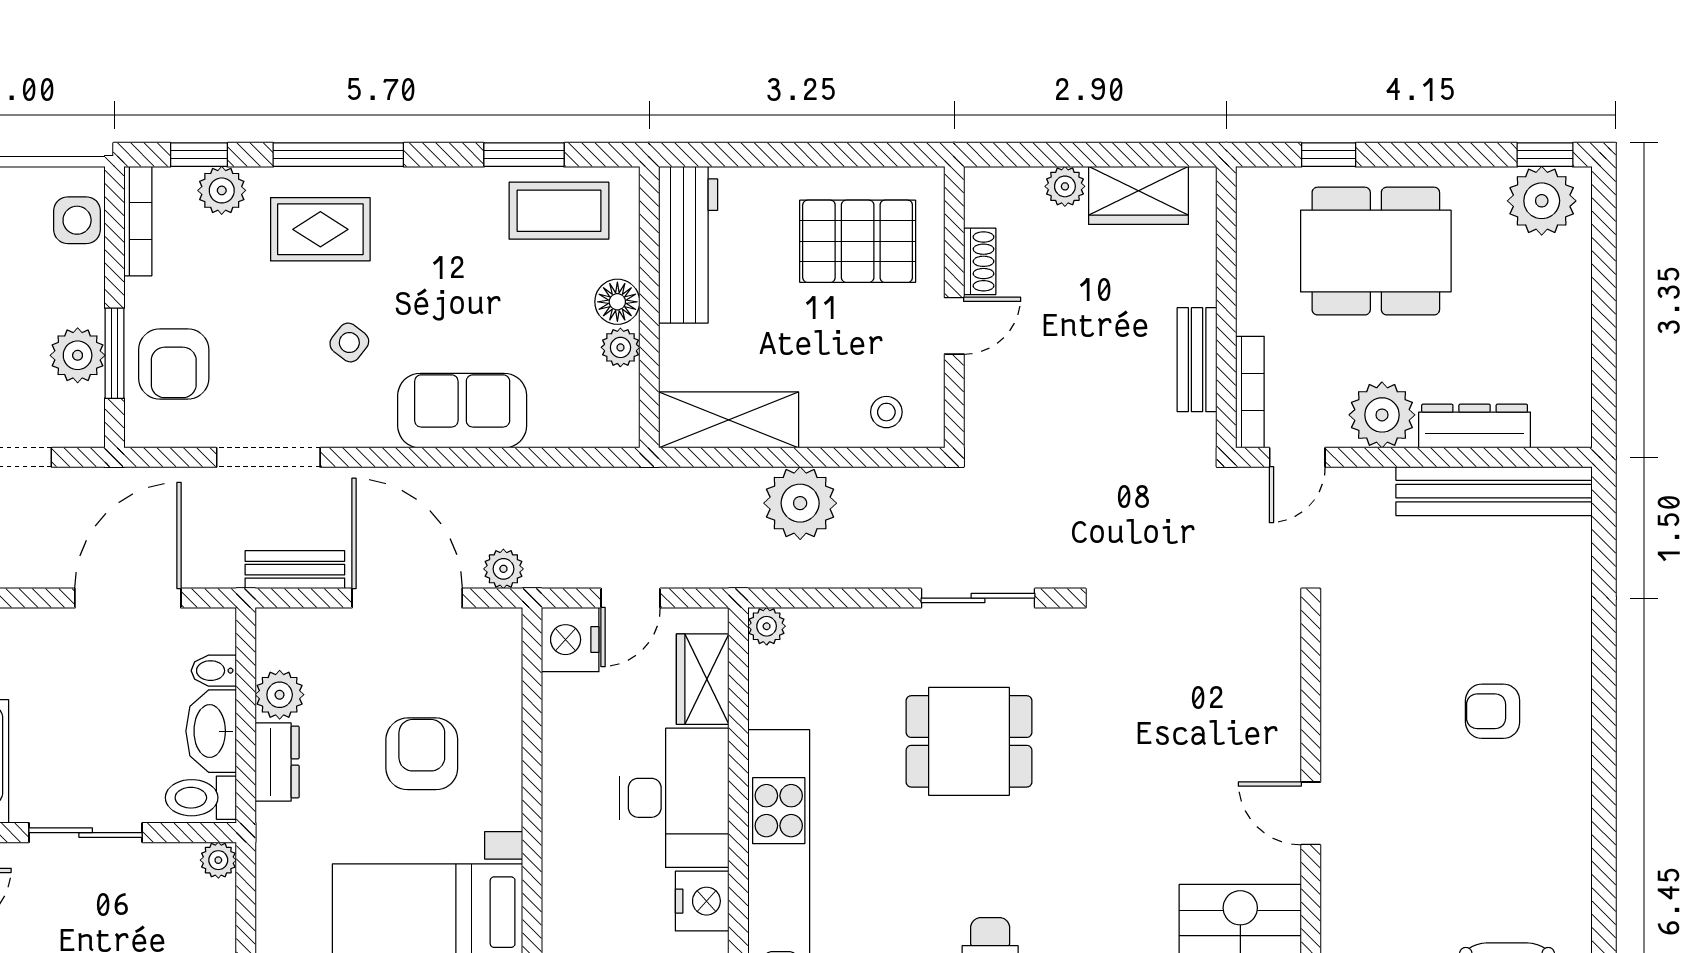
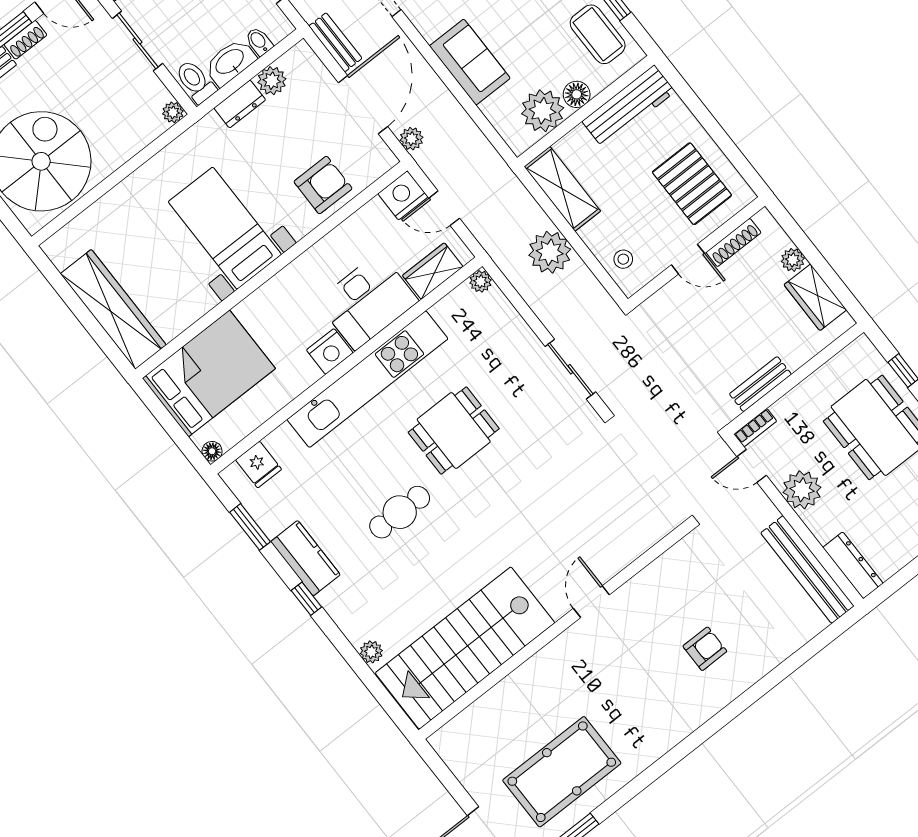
shoe rack: (980, 261) -> (734, 242), width x1.43
plant: (620, 347) -> (543, 111), width x1.87, depth x1.87
bookcase: (1250, 392) -> (755, 428), width x0.64
dresser: (1475, 426) -> (853, 565), moved
armchair: (1493, 711) -> (705, 649), turned 90
dining table: (969, 741) -> (454, 431), moved, turned 90
armchair: (422, 754) -> (323, 185), moved

